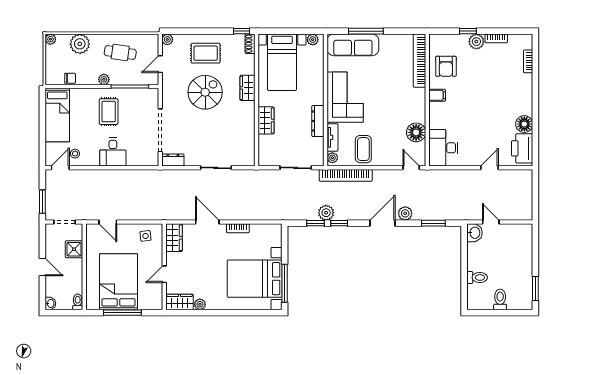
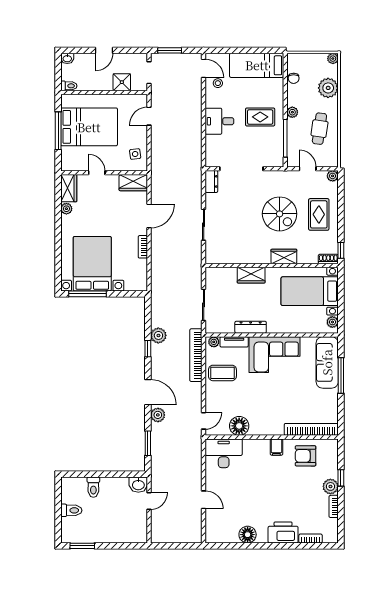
printer: (522, 148) -> (283, 532), moved
window: (315, 223) -> (148, 325), removed

